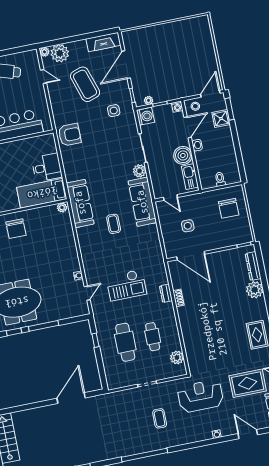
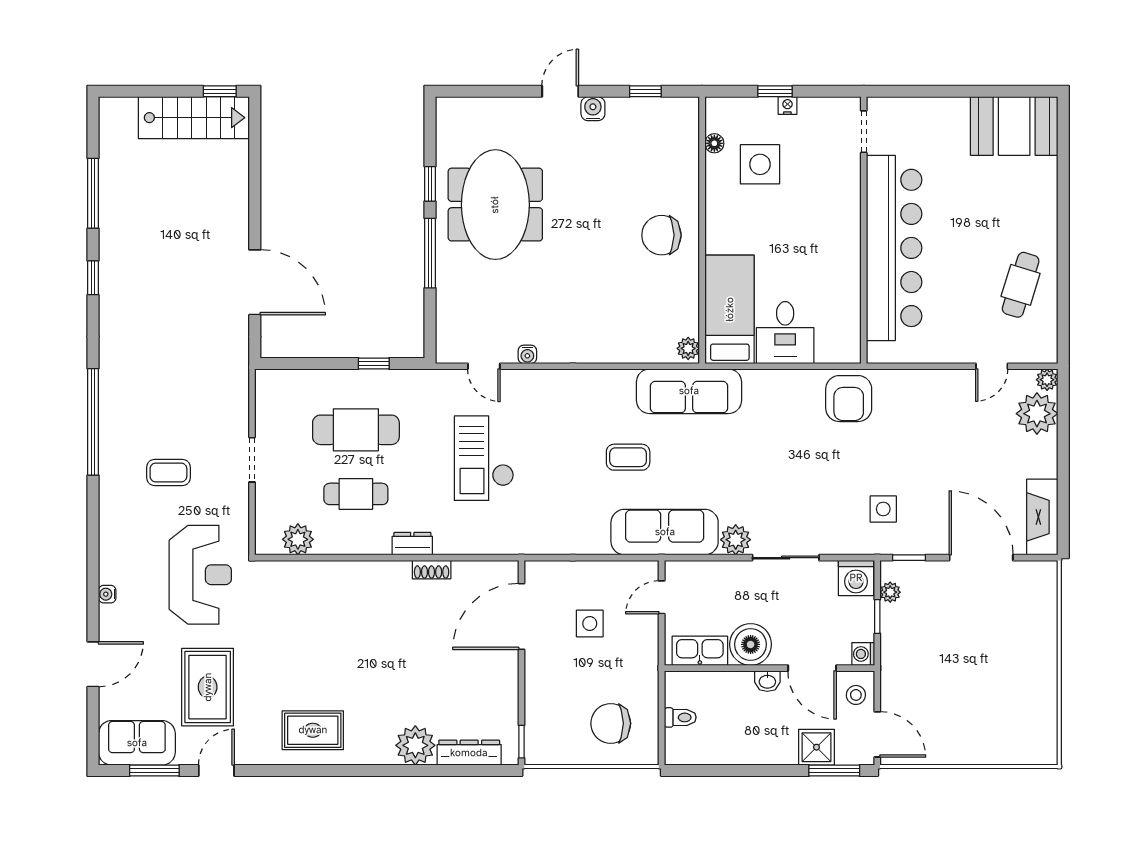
coffee table: (85, 84) -> (955, 456), removed
dresser: (166, 293) -> (412, 544), moved

